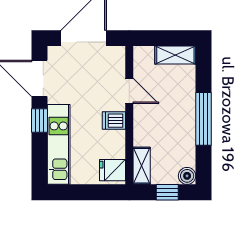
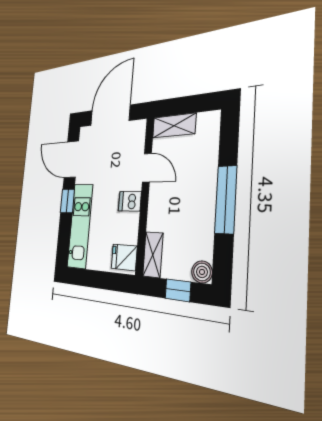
shelving: (175, 55) -> (174, 126), moved

